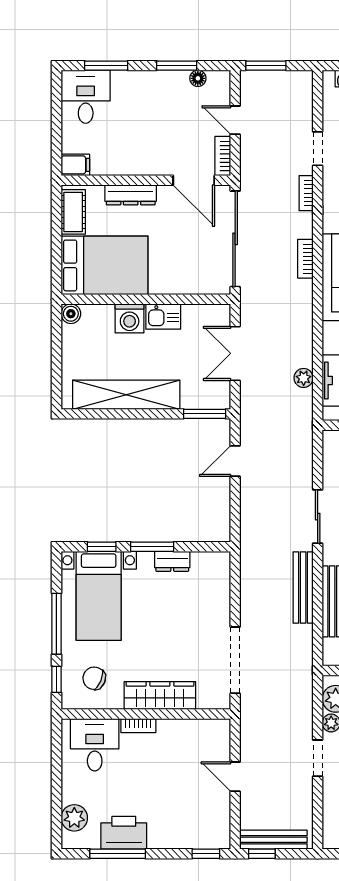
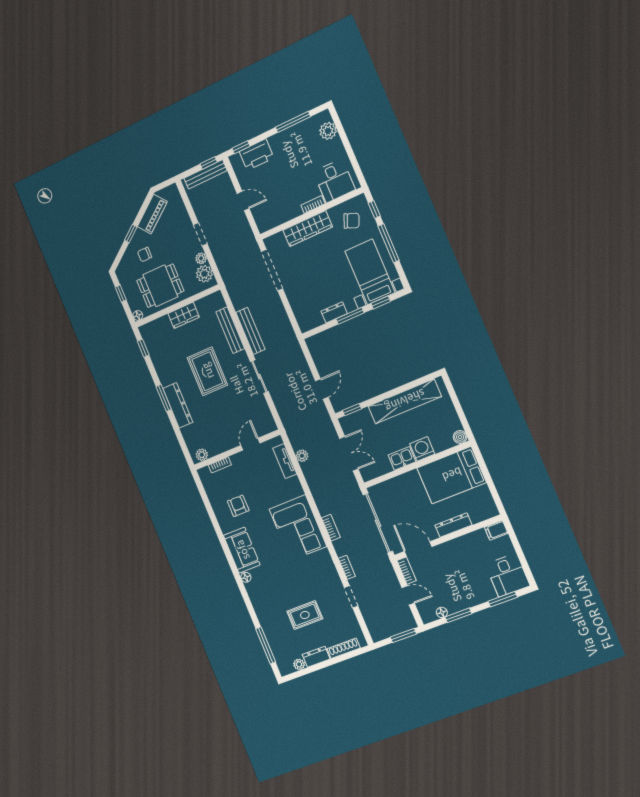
cot: (73, 212) -> (485, 501), removed
window: (205, 414) -> (352, 410), width x0.67
printer: (124, 833) -> (257, 155), moved

